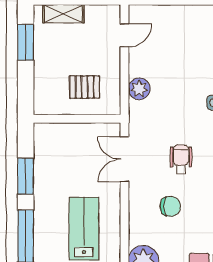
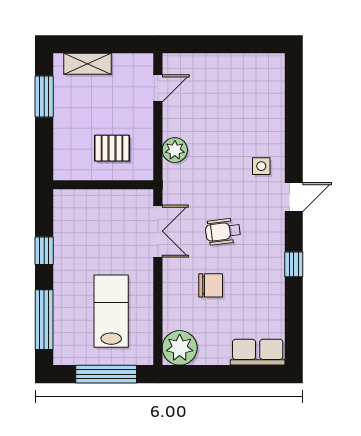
double door: (124, 159) -> (158, 231), swing flipped
wheelchair: (181, 159) -> (223, 231), turned -97
window: (26, 176) -> (44, 251), width x0.67

